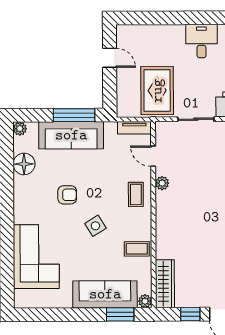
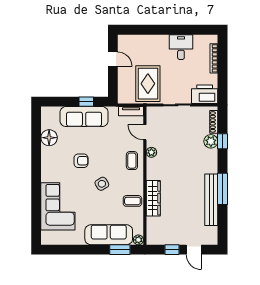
window: (74, 115) -> (86, 102), width x0.46
plant: (20, 129) -> (46, 111), removed
wardrobe: (165, 284) -> (153, 198), moved

